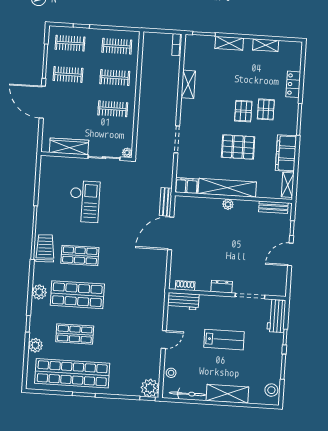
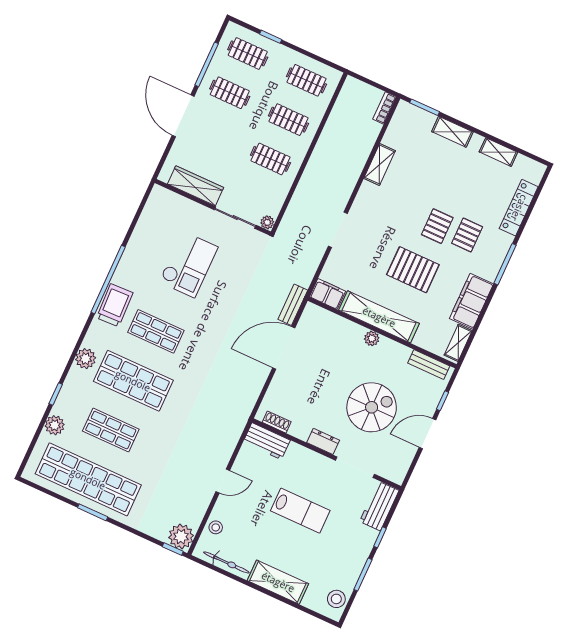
locker: (293, 84) -> (519, 208), width x1.53
spiral stairs: (246, 251) -> (372, 407), added

